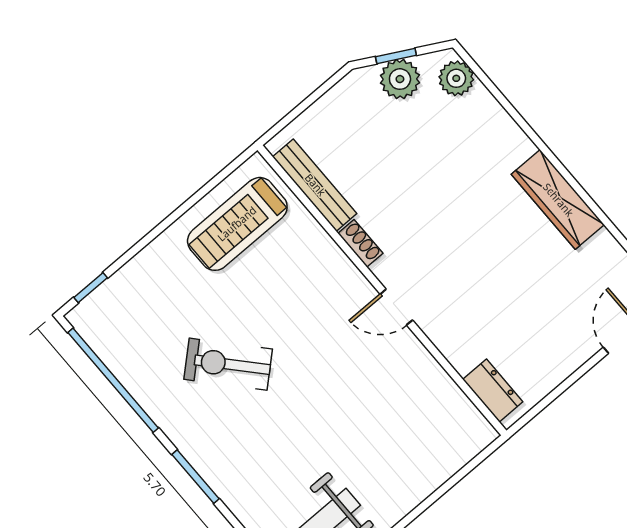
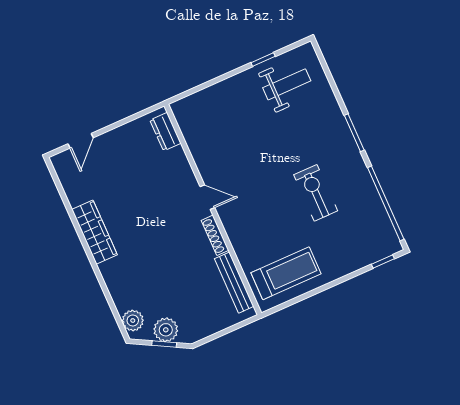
shoe rack: (360, 243) -> (215, 235), width x1.43
exercise bike: (228, 364) -> (316, 193), turned -138

